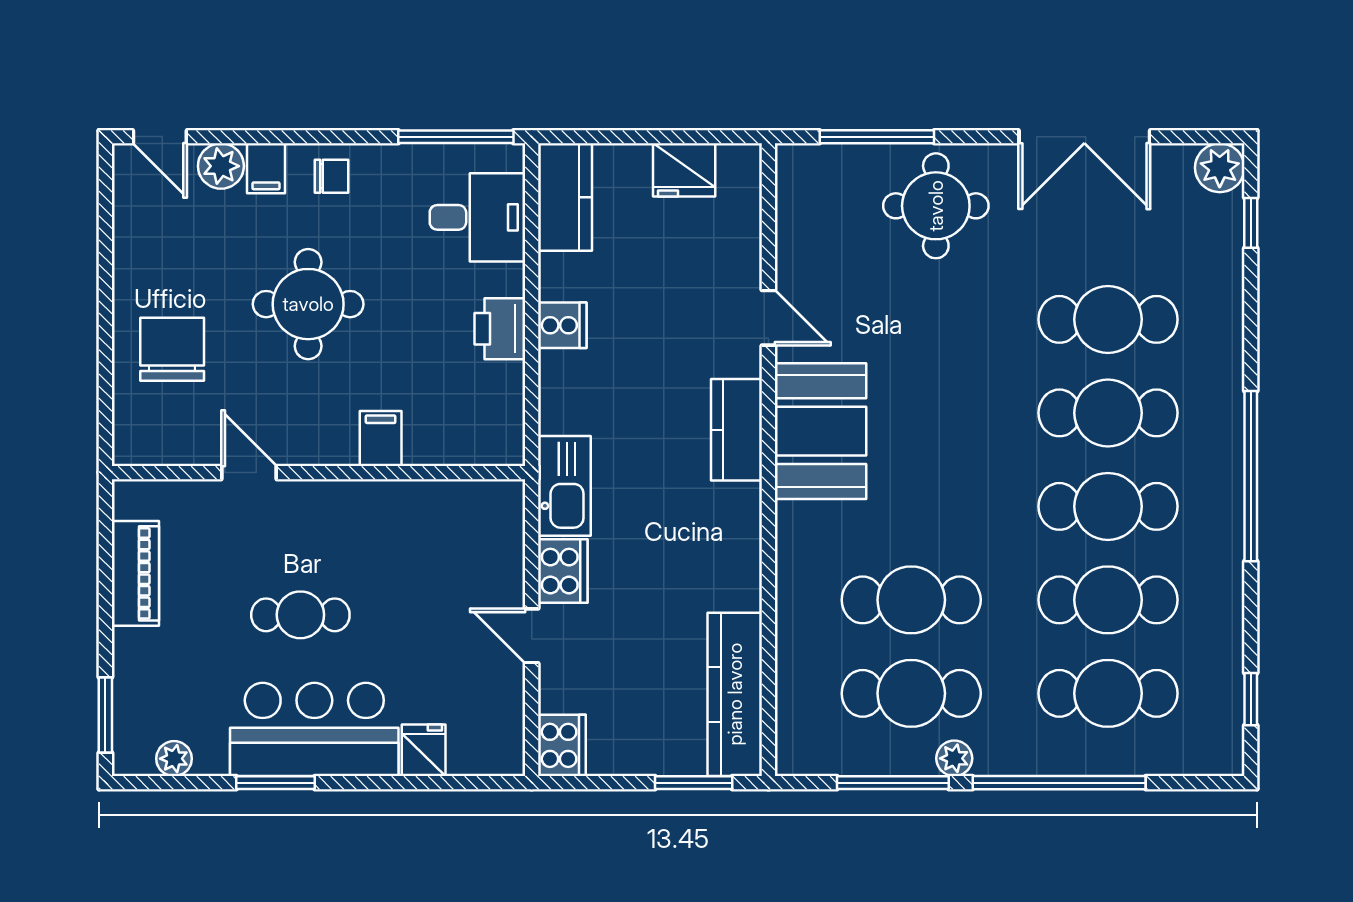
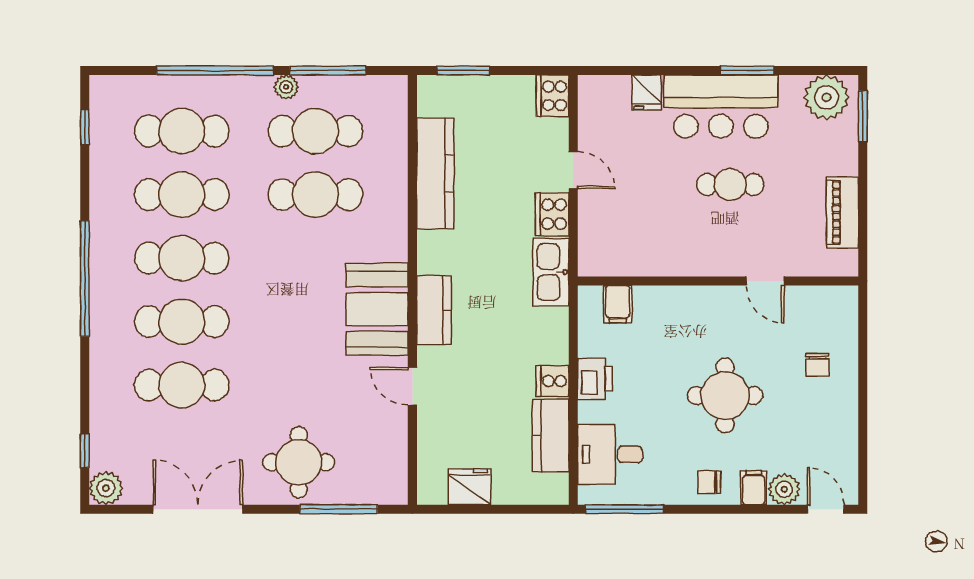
kitchen counter: (565, 197) -> (551, 436), moved
chair: (172, 349) -> (817, 365), width x0.54, depth x0.54
filing cabinet: (381, 439) -> (618, 304), moved
kitchen counter: (735, 694) -> (435, 174), moved
plant: (174, 759) -> (827, 97), width x1.88, depth x1.88

